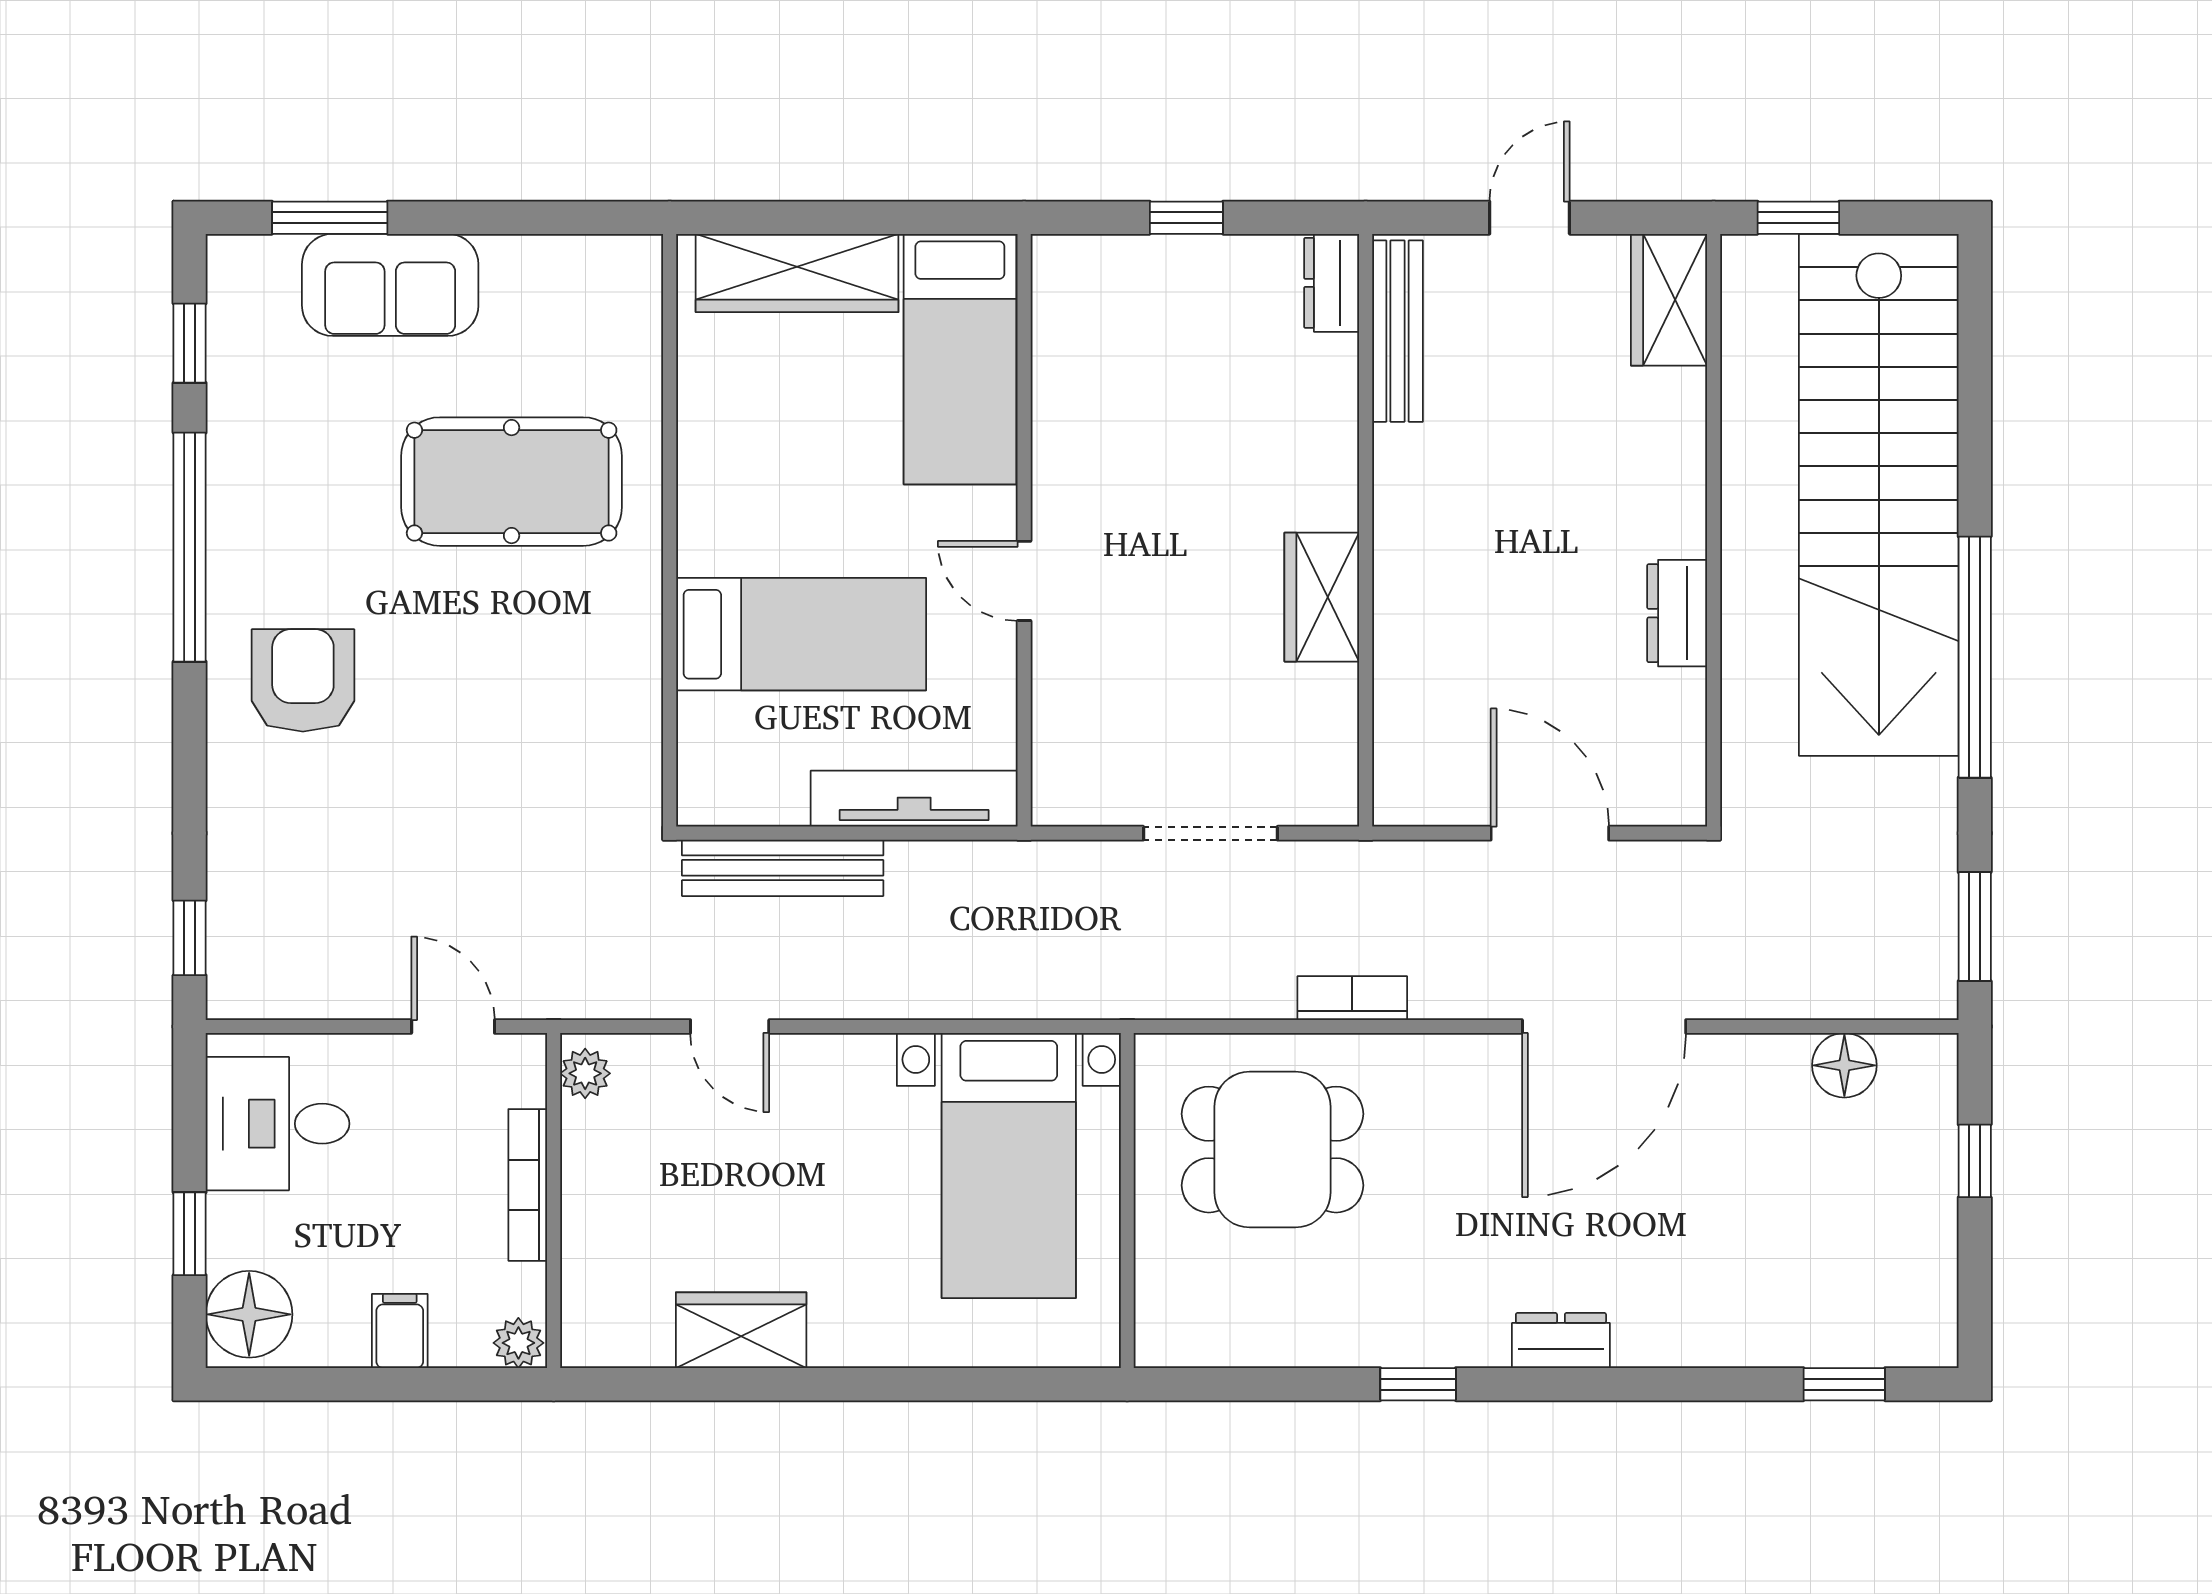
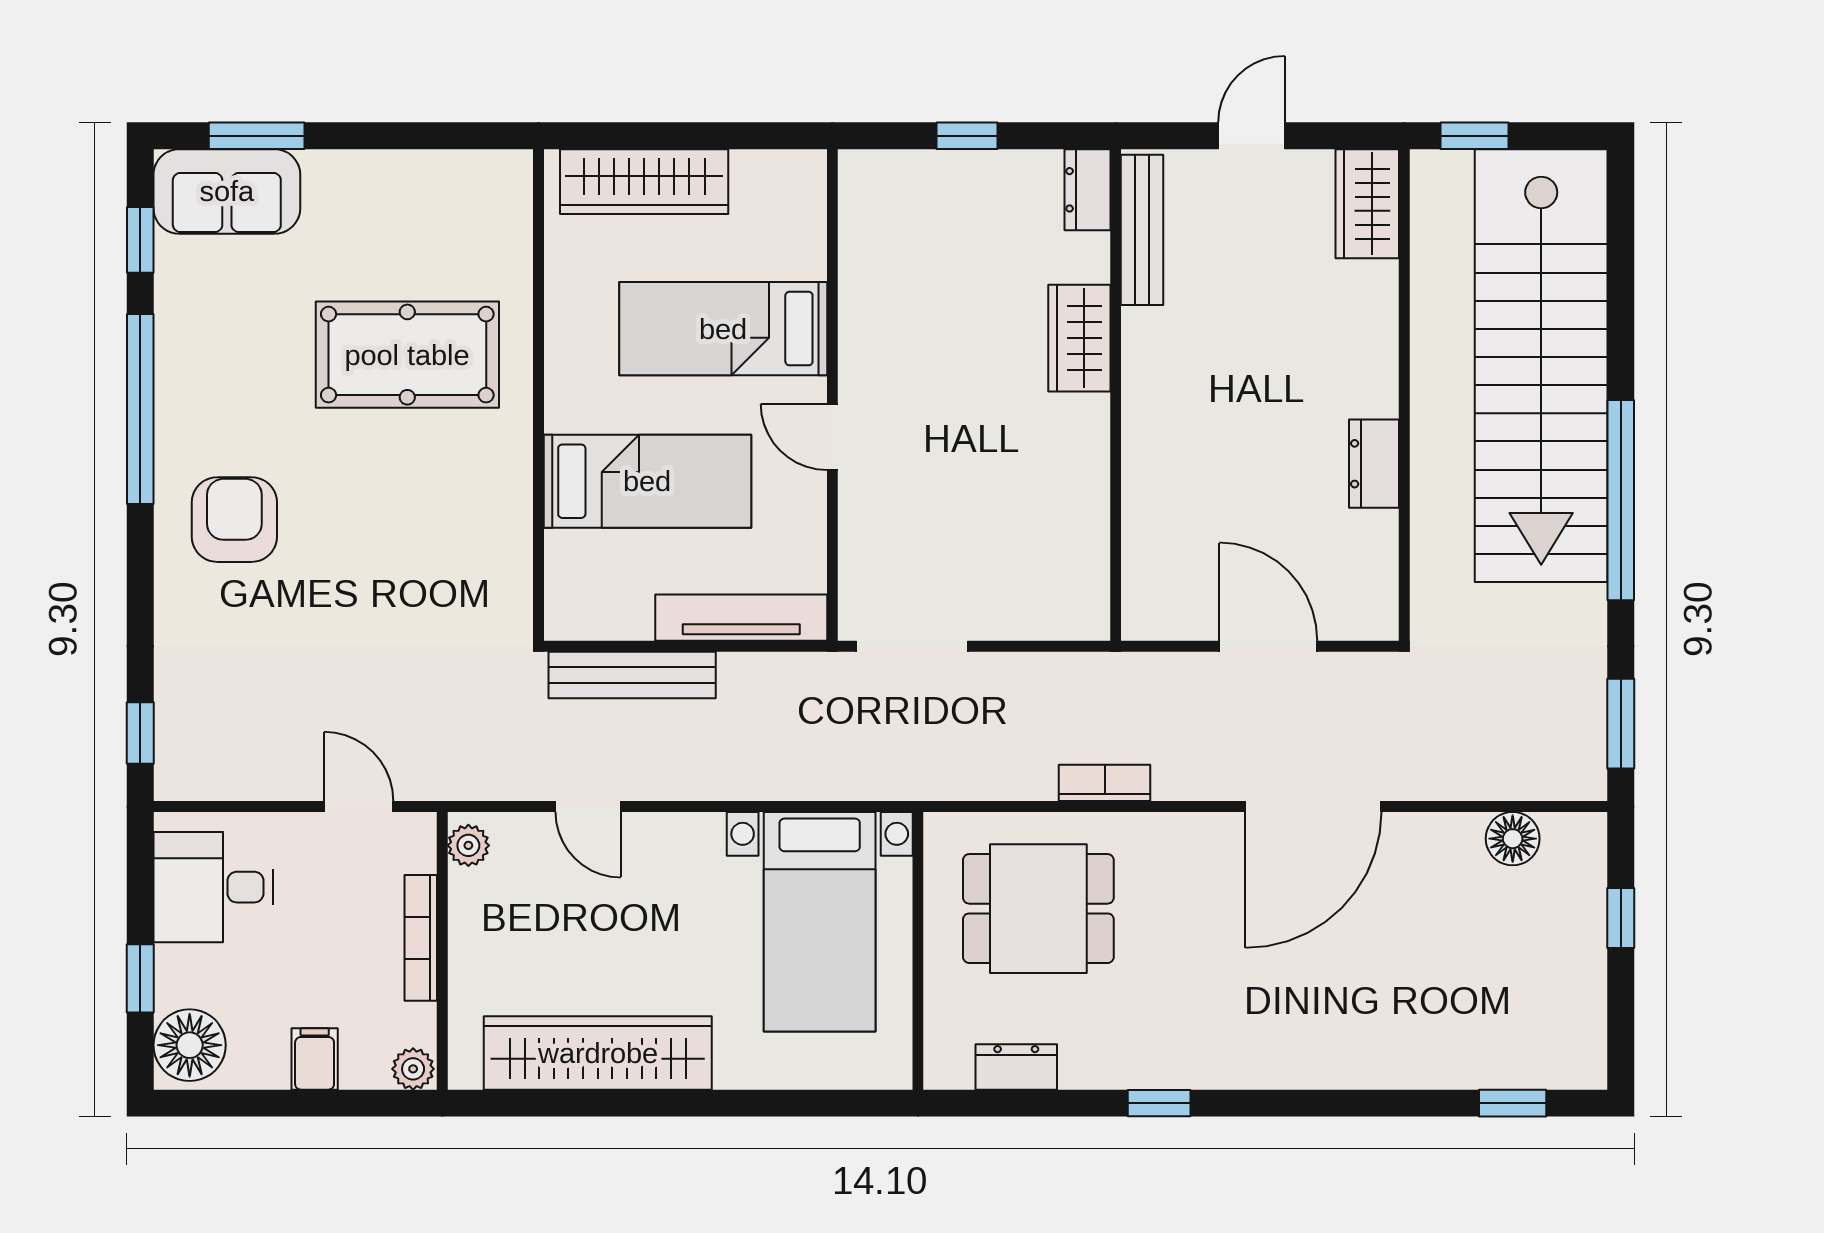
sofa: (390, 285) -> (227, 191), moved
bed: (960, 359) -> (723, 329), moved, turned 90
wardrobe: (1322, 597) -> (1079, 338), moved
doorway: (1210, 833) -> (912, 646), moved
wardrobe: (741, 1330) -> (598, 1053), width x2.10, depth x1.17
dresser: (1561, 1341) -> (1016, 1067), moved

